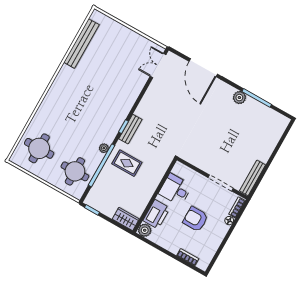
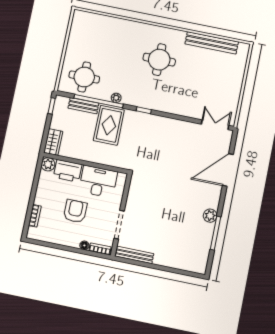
bench: (130, 129) -> (83, 106), moved
round table: (39, 148) -> (159, 60), moved
rug: (127, 163) -> (109, 125), width x1.36, depth x1.43
desk: (175, 190) -> (98, 182), width x1.37

